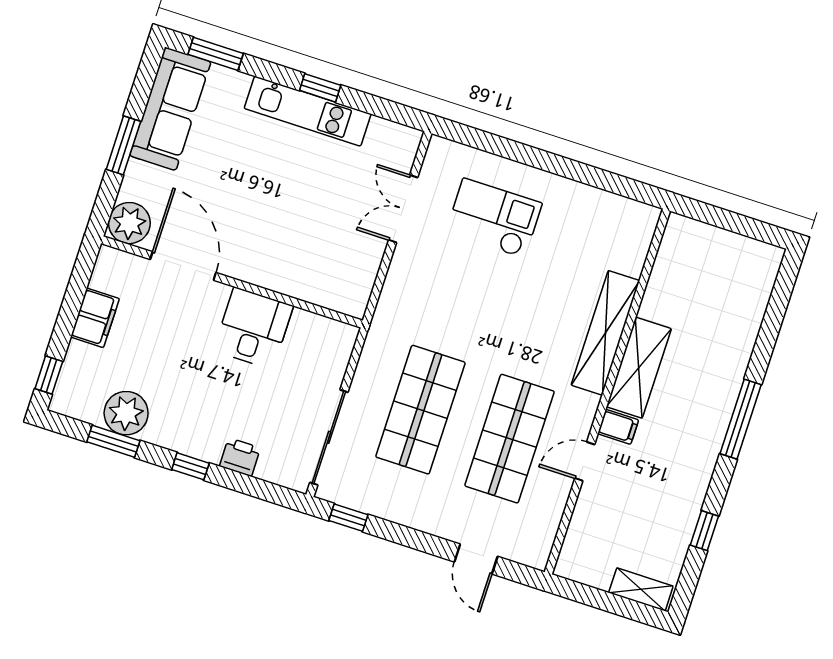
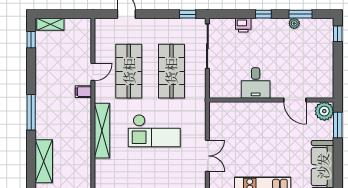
window: (123, 145) -> (338, 125), moved
checkout: (494, 218) -> (154, 131), moved, width x1.36, depth x1.21
door: (183, 266) -> (295, 100), width x0.73
filing cabinet: (95, 318) -> (326, 65), removed
shelving: (639, 368) -> (44, 161), moved
plant: (126, 413) -> (294, 23), width x0.53, depth x0.53
window: (704, 531) -> (31, 40), moved

